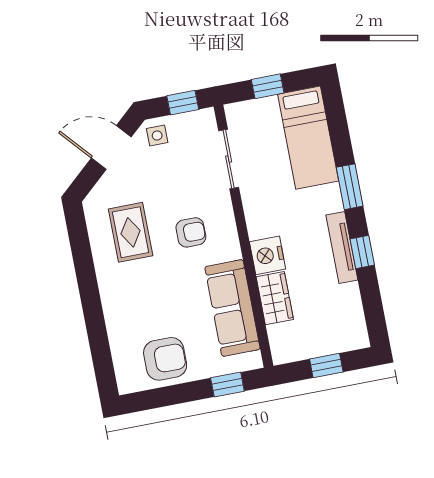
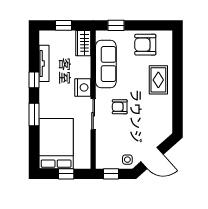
bed: (308, 138) -> (56, 144), width x1.50
sliding door: (229, 159) -> (93, 114), moved
rug: (131, 232) -> (158, 80), moved
tv unit: (342, 247) -> (44, 63), moved
wardrobe: (275, 298) -> (83, 43), moved

